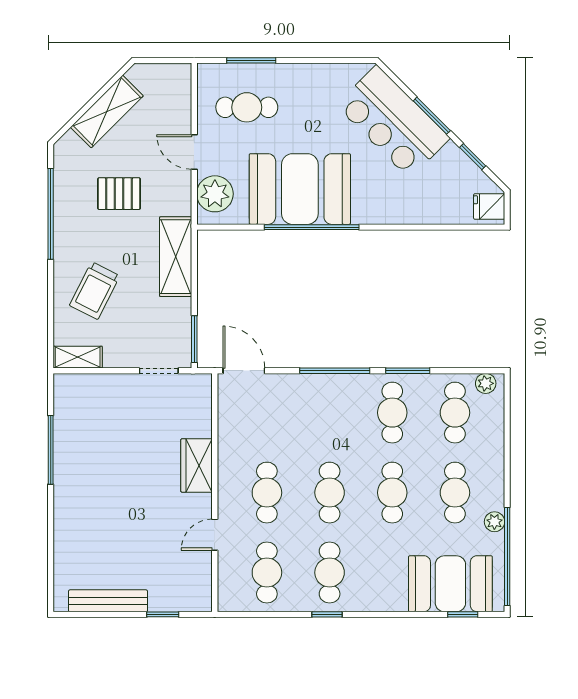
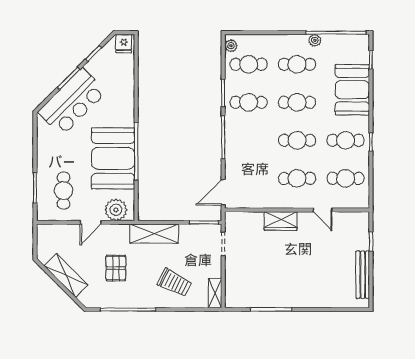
booth: (450, 584) -> (352, 90), moved

